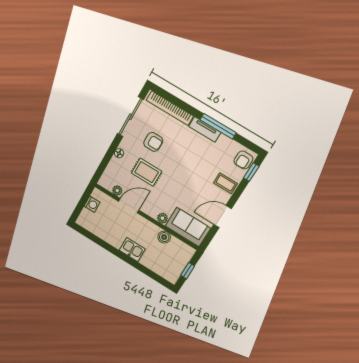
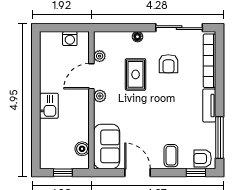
window: (218, 126) -> (219, 137), moved
door: (129, 206) -> (91, 76), swing flipped
plant: (162, 218) -> (100, 96), moved
boiler: (164, 237) -> (82, 149), moved

